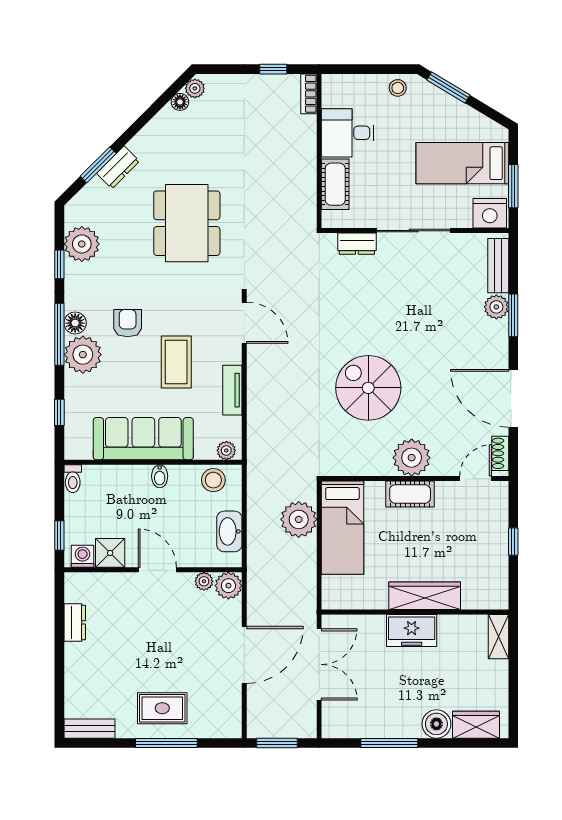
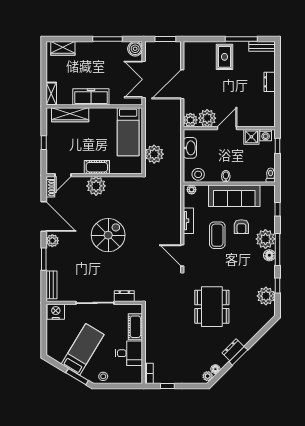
bed: (462, 163) -> (83, 349), moved, turned -59
window: (98, 165) -> (238, 356), moved
dresser: (118, 167) -> (233, 350), moved
window: (513, 186) -> (44, 326), removed
plant: (496, 307) -> (52, 241), moved
armchair: (128, 323) -> (241, 227), moved
spiral stairs: (368, 388) -> (108, 235), moved, turned -90
bed: (342, 528) -> (128, 132), moved, turned 180
door: (157, 570) -> (227, 128), swing flipped
plant: (204, 581) -> (207, 118), width x1.87, depth x1.87
wardrobe: (425, 596) -> (70, 115), moved
dresser: (75, 622) -> (270, 82), moved
freezer: (412, 630) -> (91, 97), width x1.40
rug: (162, 708) -> (225, 57), turned 90
boiler: (436, 724) -> (135, 49), moved
window: (166, 743) -> (241, 39), moved

